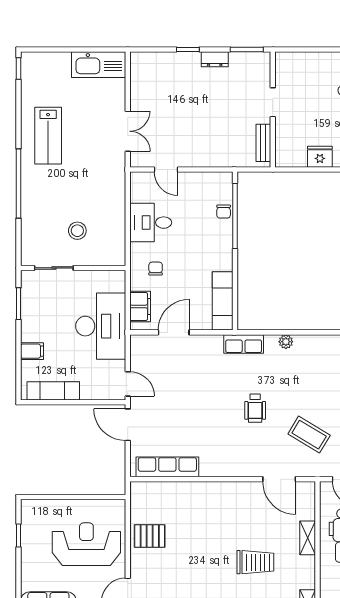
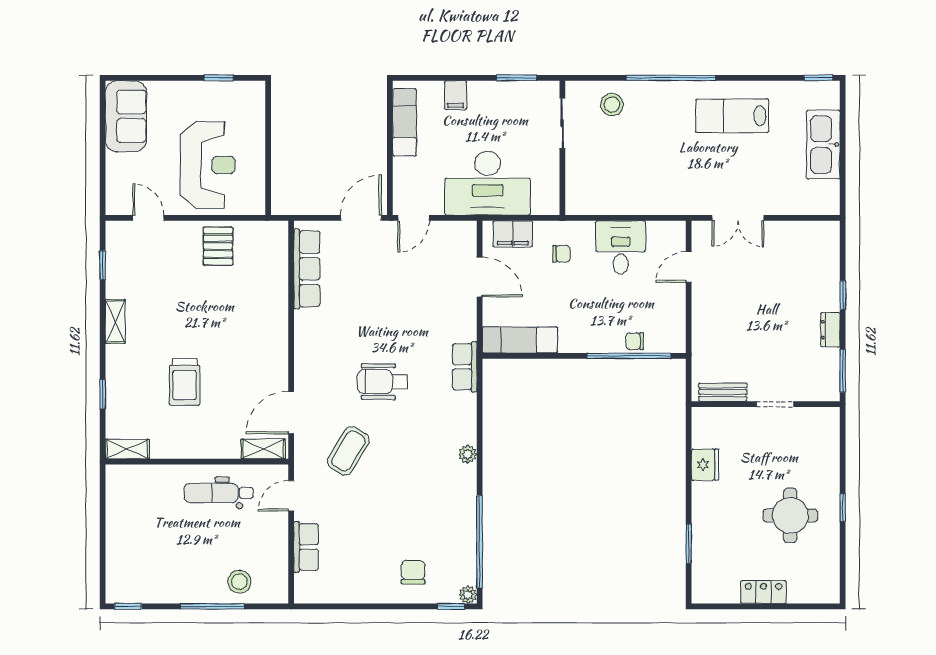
kitchen sink: (99, 65) -> (823, 145), moved
stool: (77, 231) -> (612, 105), moved
plant: (286, 342) -> (468, 454), moved
wheelchair: (255, 408) -> (382, 382), width x1.36, depth x1.37
shelving: (308, 538) -> (263, 449), moved

